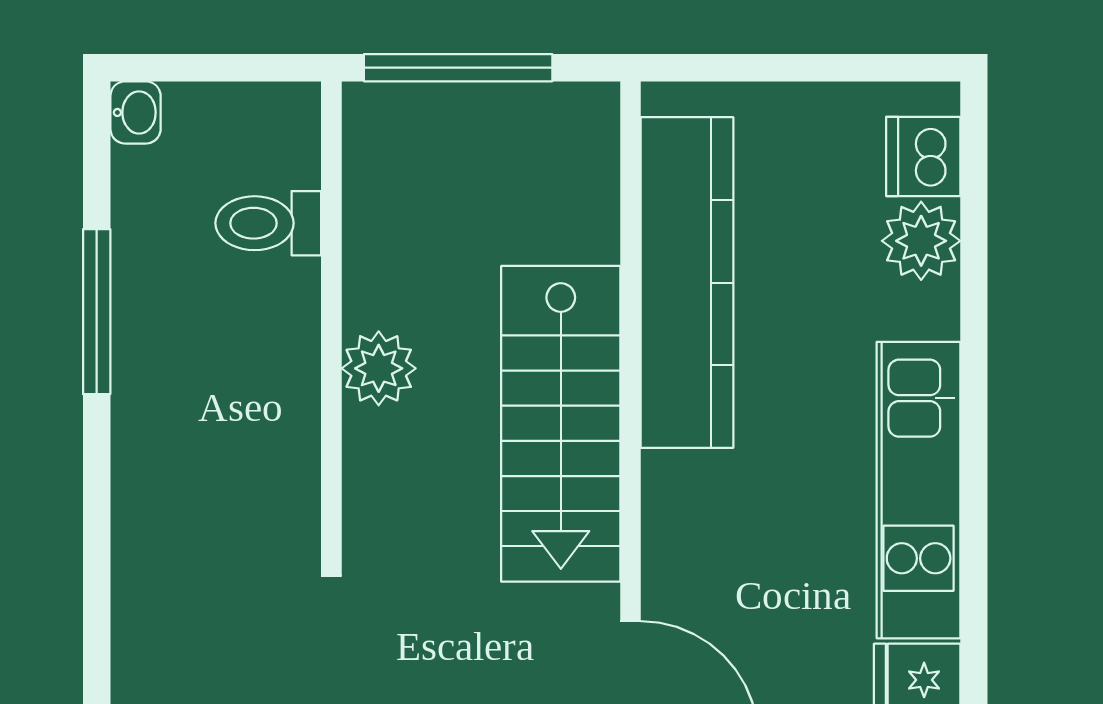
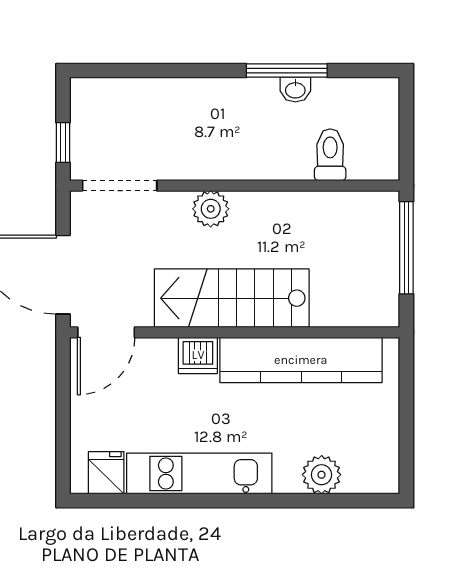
washbasin: (136, 112) -> (295, 90), moved
dishwasher: (923, 156) -> (198, 355), moved, turned 180
plant: (379, 368) -> (211, 209), moved

